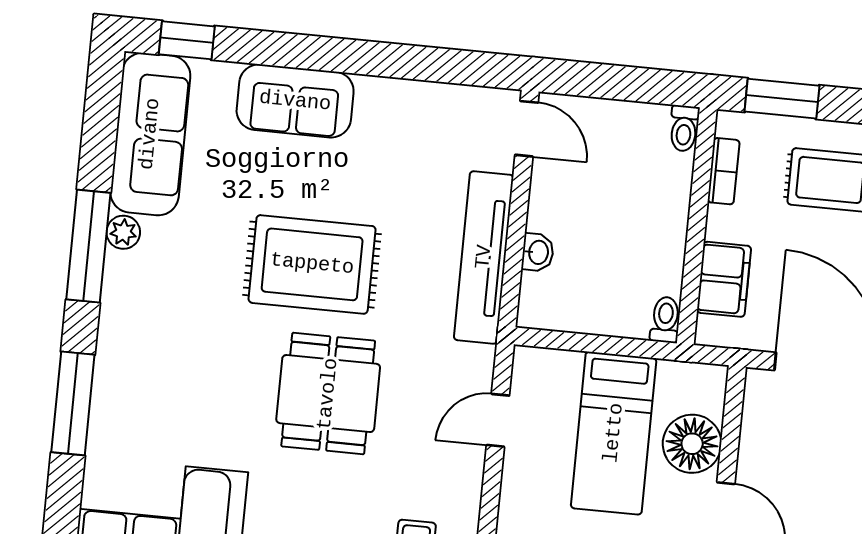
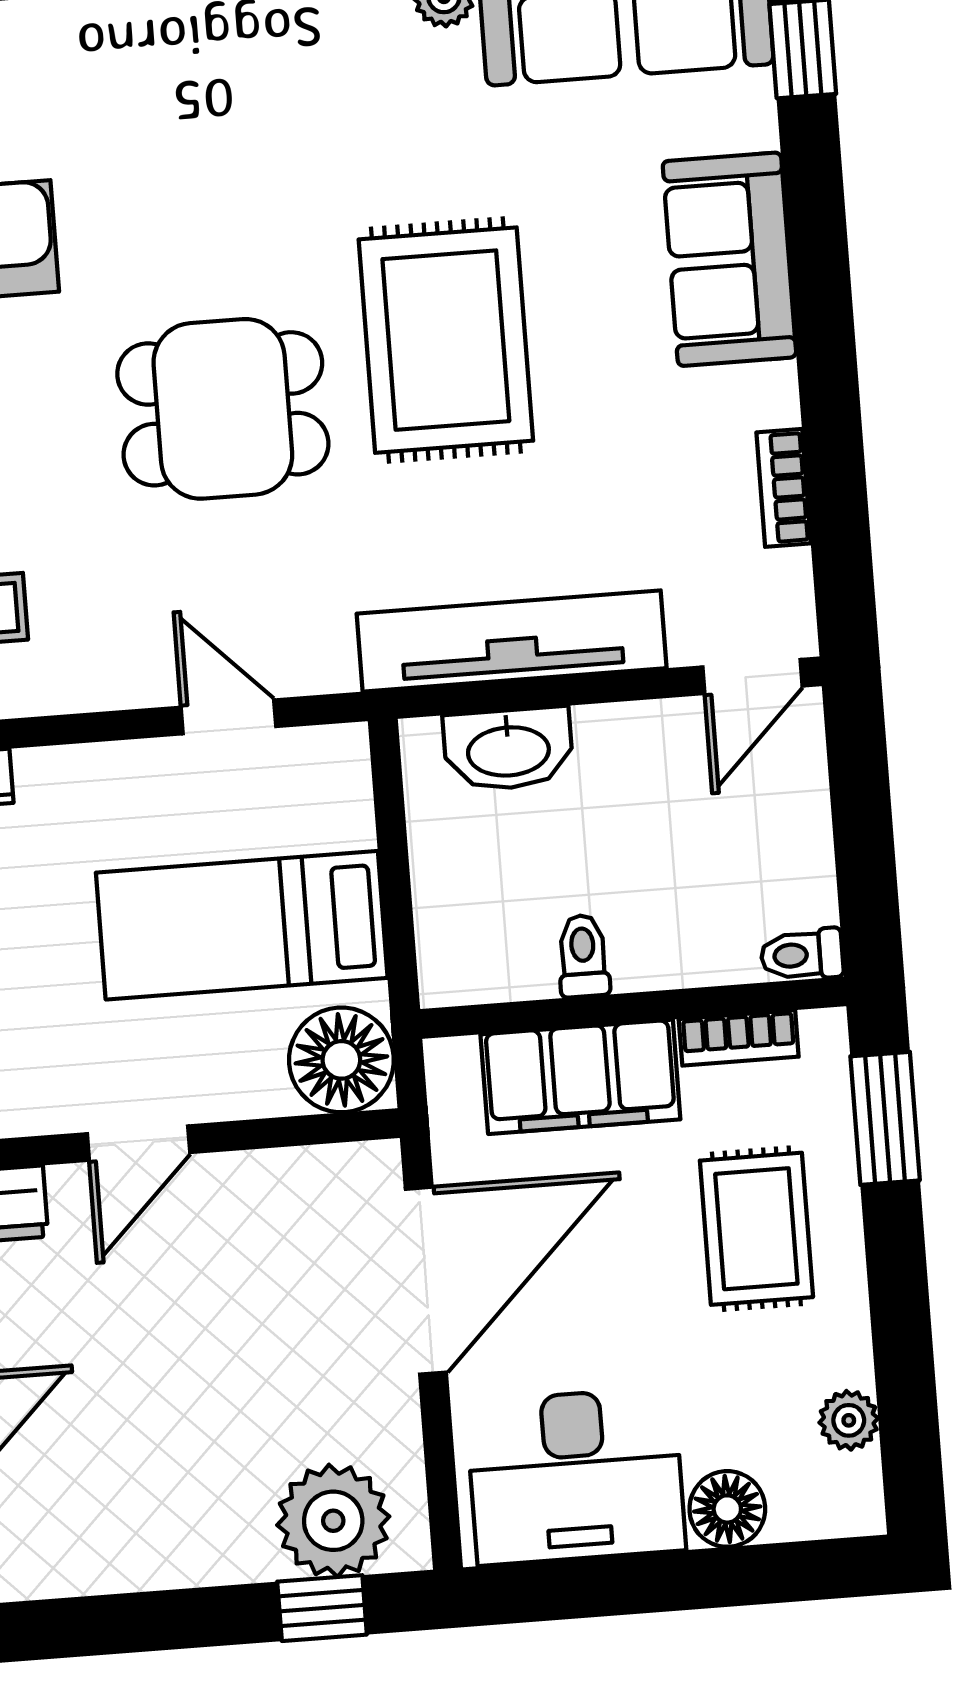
bookcase: (426, 93) -> (784, 488), added
washbasin: (538, 252) -> (508, 749), width x1.91, depth x1.45
filing cabinet: (724, 279) -> (580, 1077), width x1.50, depth x1.17
toilet: (665, 320) -> (583, 956), moved, turned -90
floor lamp: (692, 444) -> (341, 1060), moved

